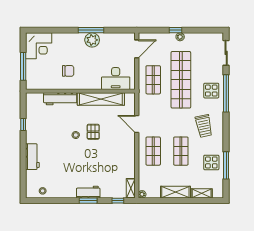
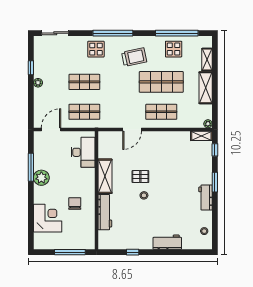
window: (91, 30) -> (31, 167), moved
window: (176, 30) -> (31, 68), moved
corner desk: (39, 46) -> (48, 218), moved
door: (137, 49) -> (51, 130), hinge flipped
shop shelf: (181, 80) -> (84, 82), width x0.50, depth x0.74
window: (226, 93) -> (113, 33), moved
shelving: (101, 99) -> (105, 176), width x0.68
shop shelf: (181, 151) -> (161, 82), width x1.43, depth x1.36
window: (226, 165) -> (177, 33), width x1.46
workbench: (88, 192) -> (206, 198), moved

